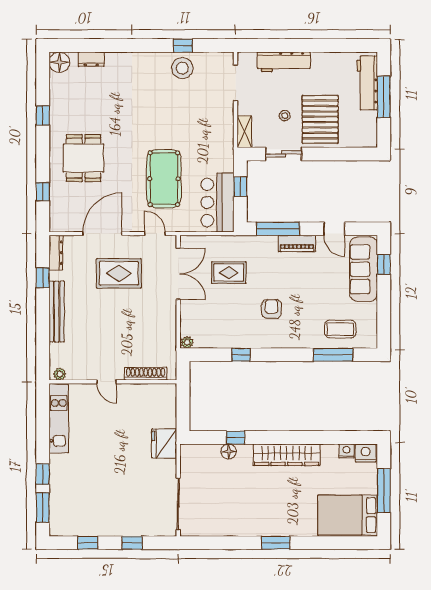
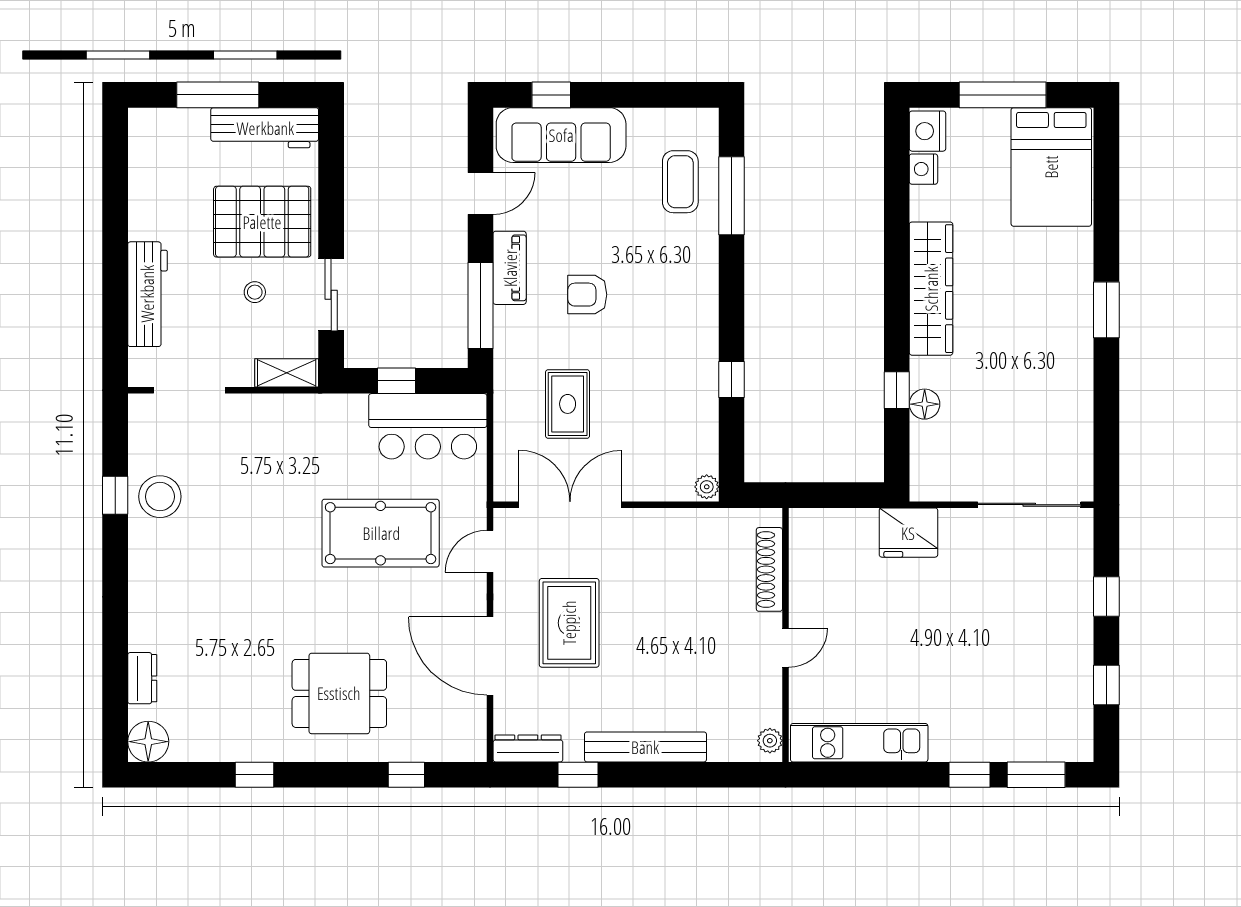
workbench: (367, 83) -> (265, 128), moved
armchair: (271, 309) -> (587, 295), moved

